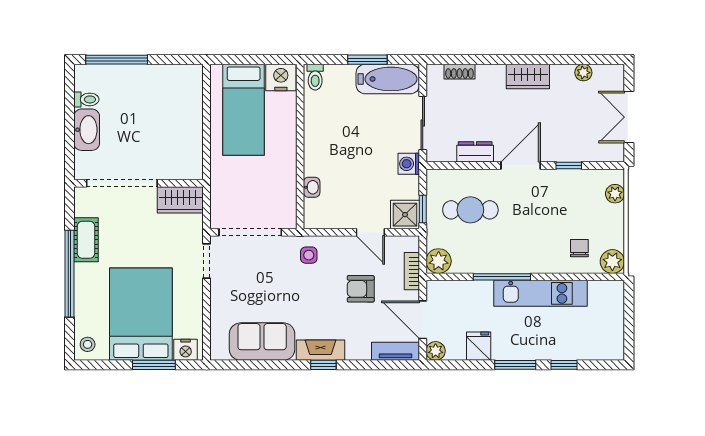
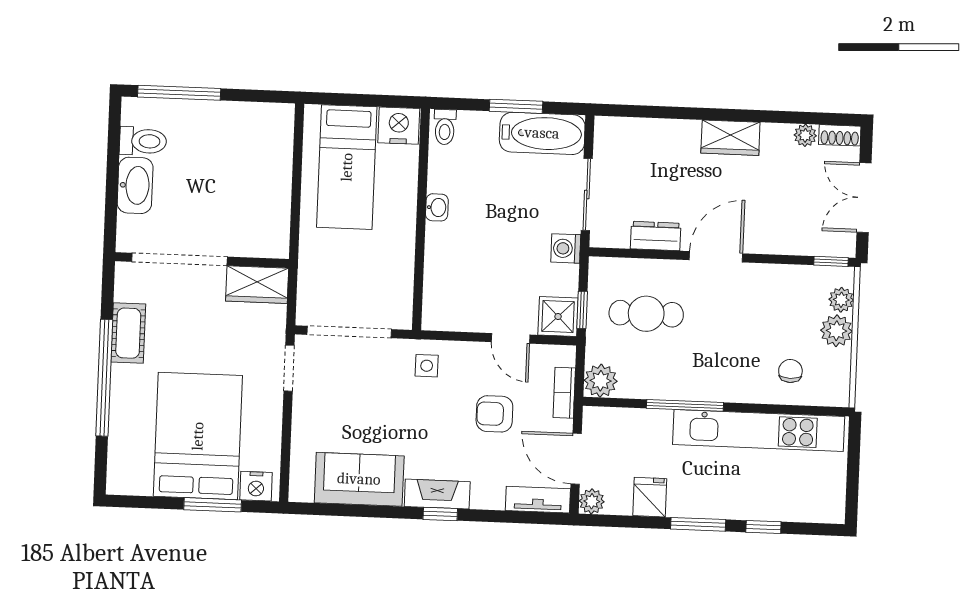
shoe rack: (460, 72) -> (840, 135), moved
toilet: (86, 99) -> (143, 141), width x1.37, depth x1.39
window: (569, 165) -> (831, 261), moved
washbasin: (312, 187) -> (437, 207), moved
plant: (612, 262) -> (836, 331), moved
kitchen unit: (541, 293) -> (759, 431), width x1.36
stool: (88, 344) -> (125, 474), removed

